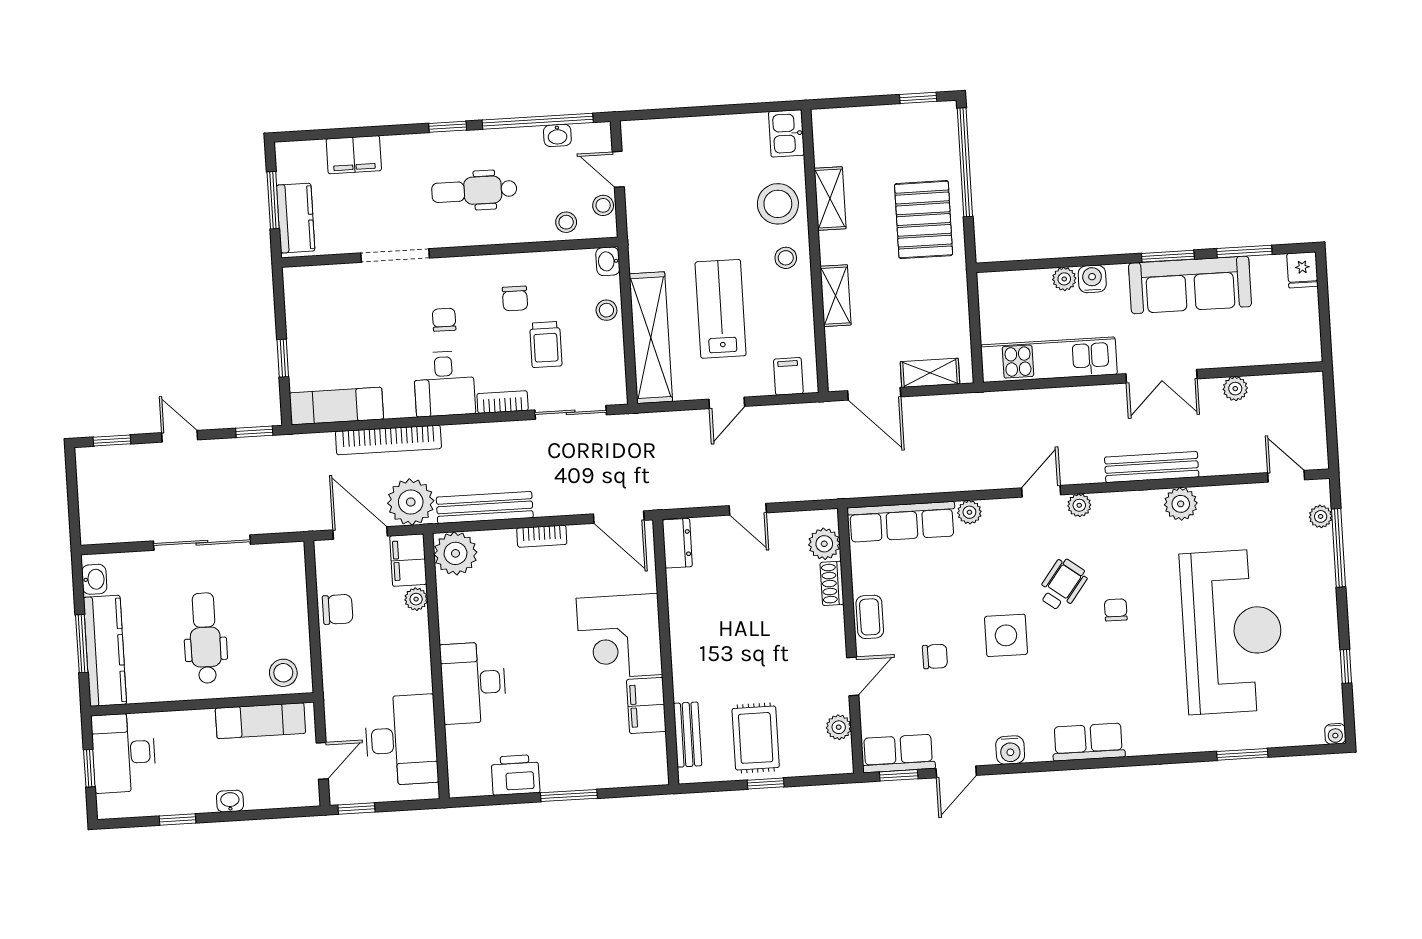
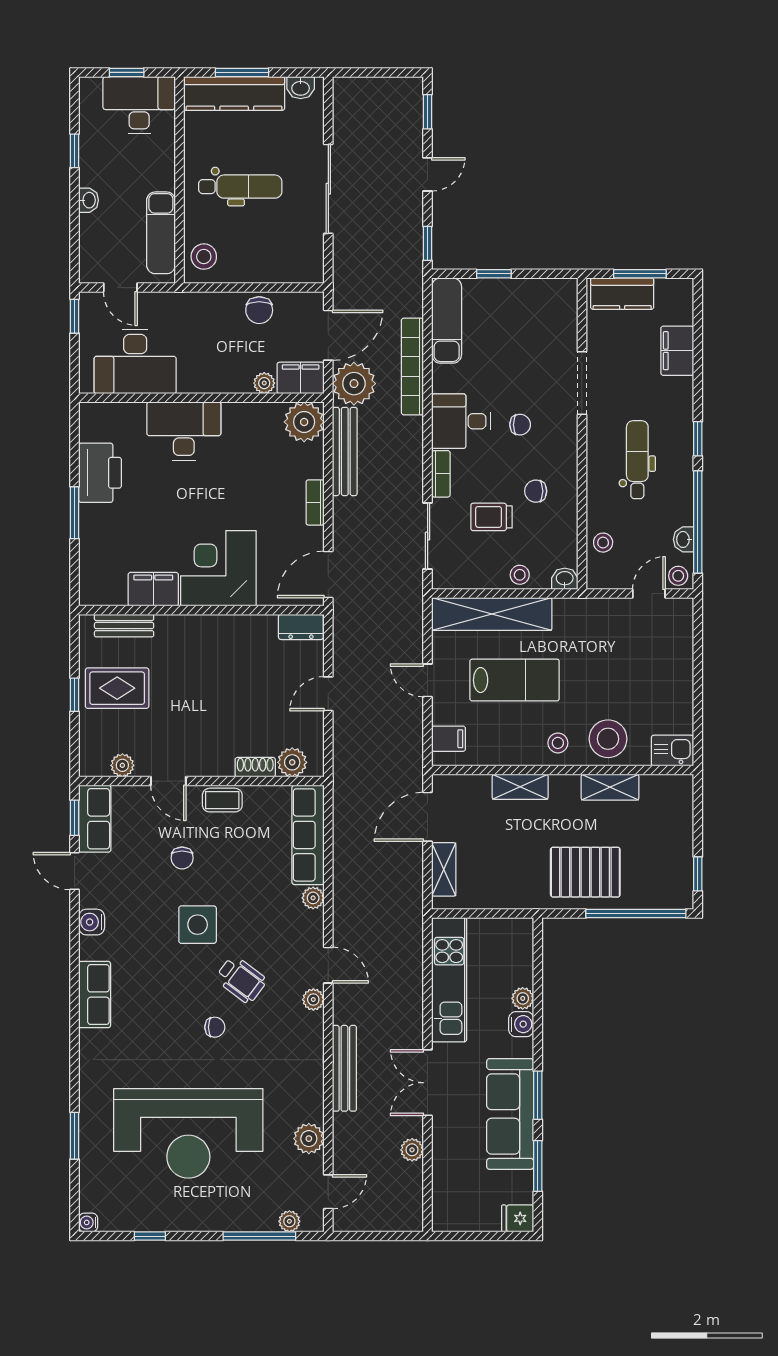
stool: (603, 205) -> (678, 576), moved
plant: (1181, 504) -> (309, 1139), moved
printer: (515, 775) -> (100, 473), width x1.37, depth x1.19

